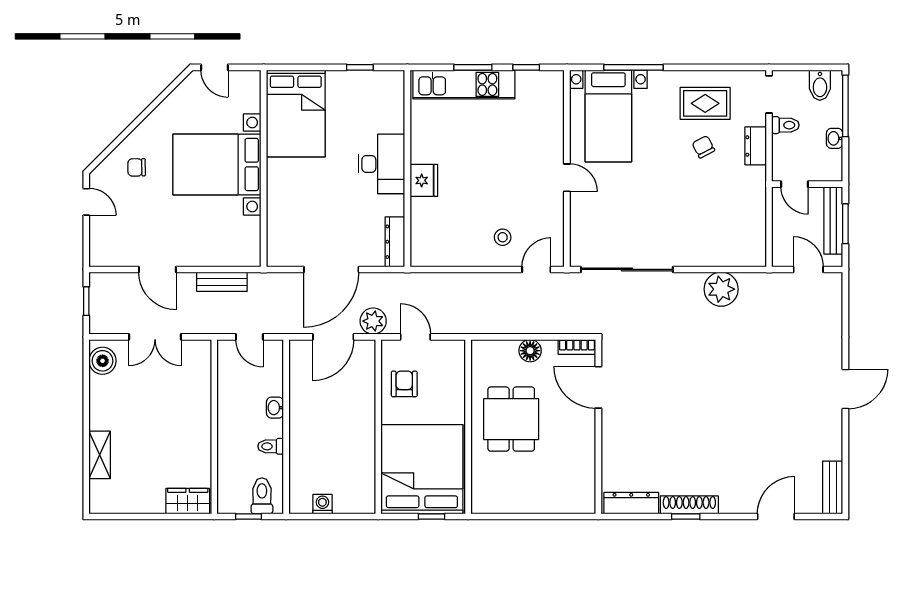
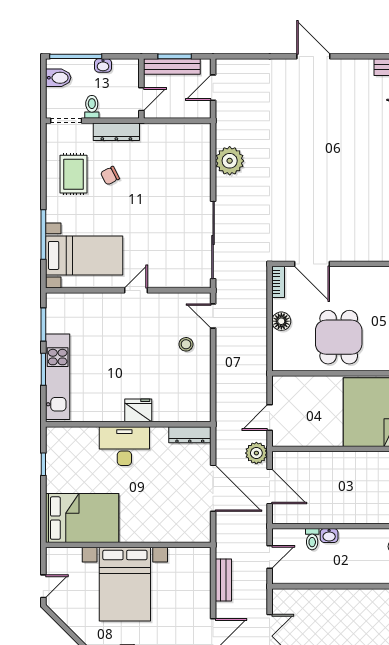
window: (526, 67) -> (43, 324), width x1.50
dresser: (756, 146) -> (116, 132), width x1.44
armchair: (404, 384) -> (309, 427), removed
door: (598, 387) -> (312, 264), hinge flipped
dining table: (511, 419) -> (339, 337), turned 90
toilet: (271, 446) -> (312, 539), moved

